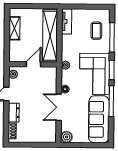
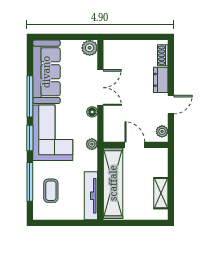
tv unit: (67, 21) -> (91, 196), width x1.41
door: (34, 64) -> (135, 145), swing flipped

